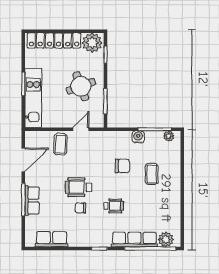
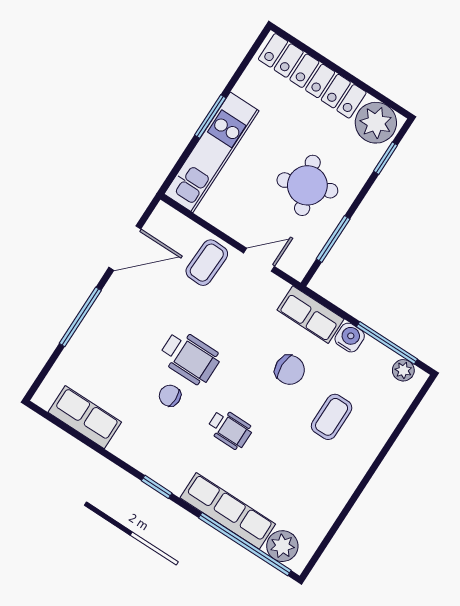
wheelchair: (78, 187) -> (190, 357), turned 180
row of seats: (32, 200) -> (310, 315), moved, turned 90

